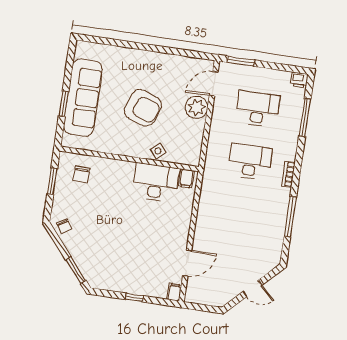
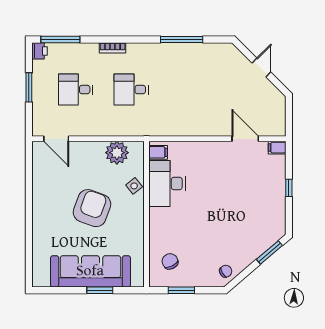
window: (241, 61) -> (29, 87), moved
plant: (197, 107) -> (117, 153), moved
desk: (258, 109) -> (76, 90), width x0.73
window: (305, 118) -> (60, 40), moved
desk: (250, 162) -> (131, 90), width x0.73
chair: (81, 174) -> (170, 261), turned -118
bookcase: (288, 174) -> (113, 48), moved

